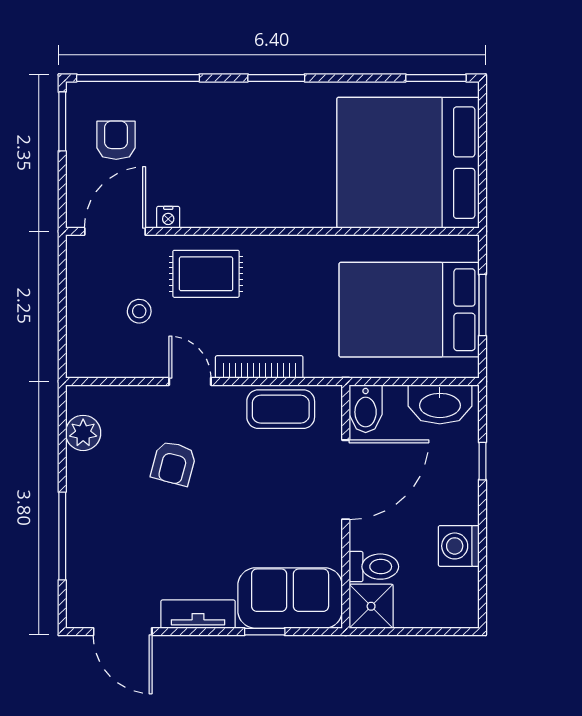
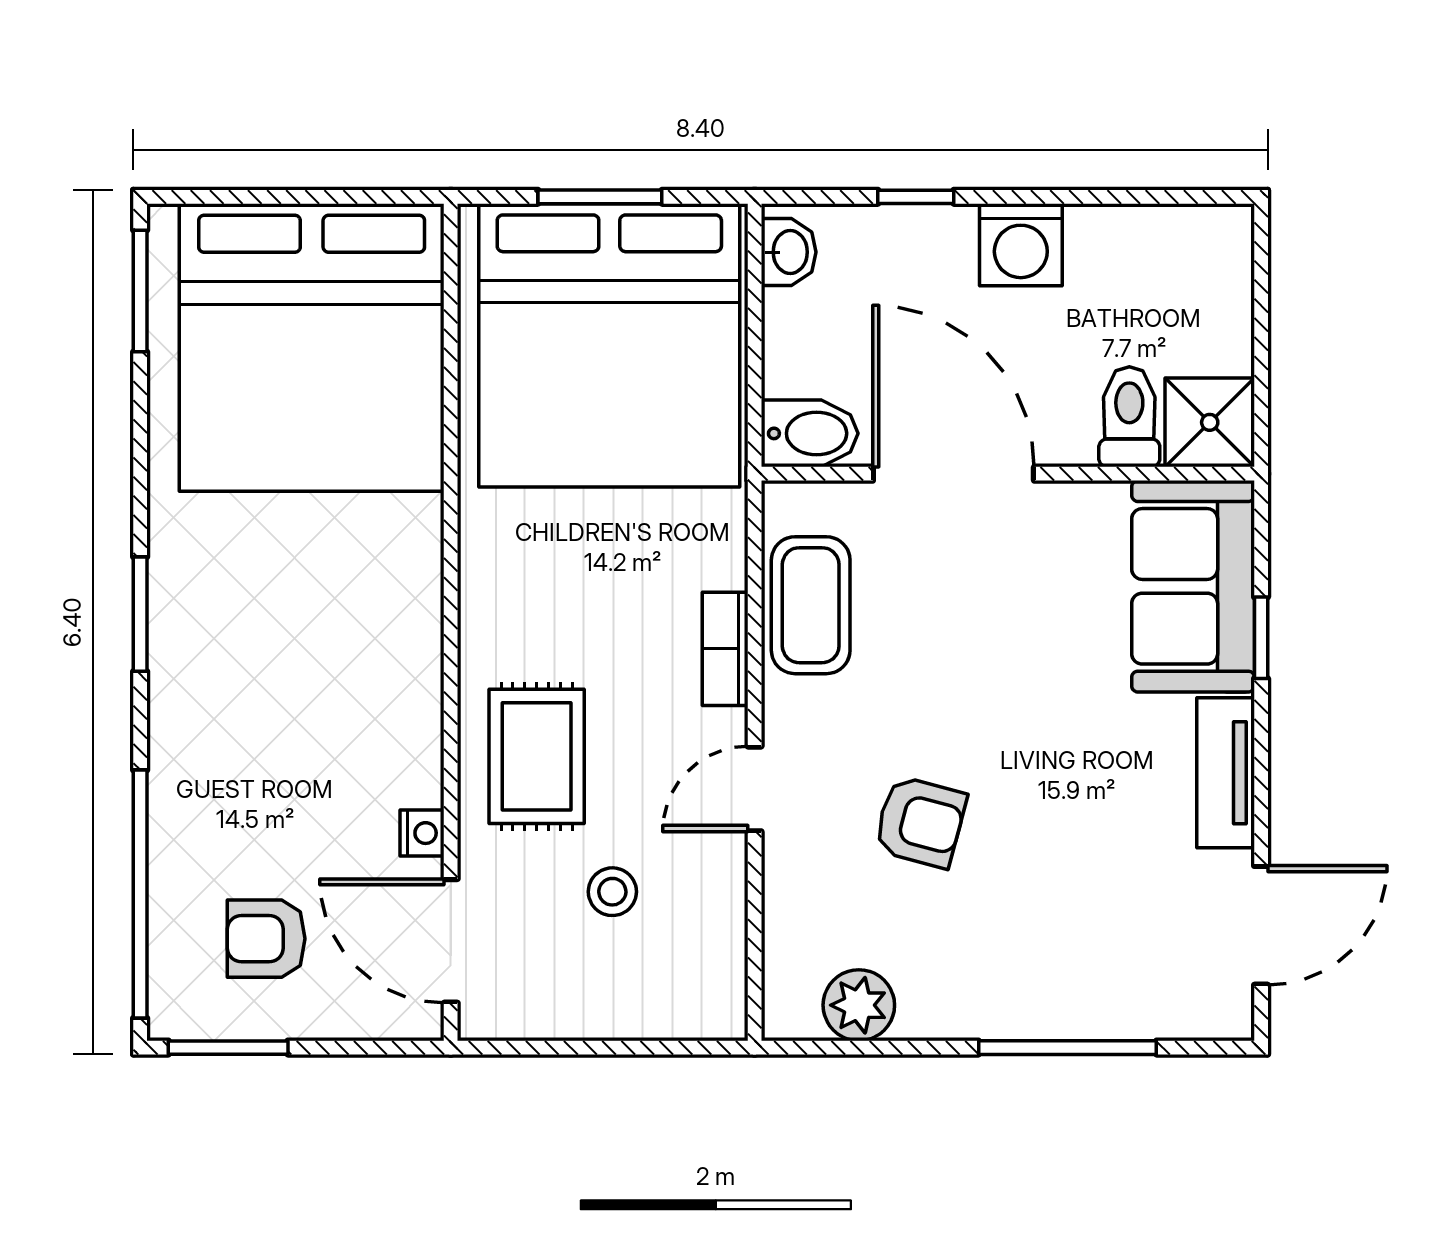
bed: (409, 310) -> (609, 345), width x1.36
bookcase: (259, 367) -> (725, 649), width x0.64
washbasin: (440, 404) -> (789, 252), width x0.52, depth x0.69
washing machine: (459, 546) -> (1021, 245), moved

